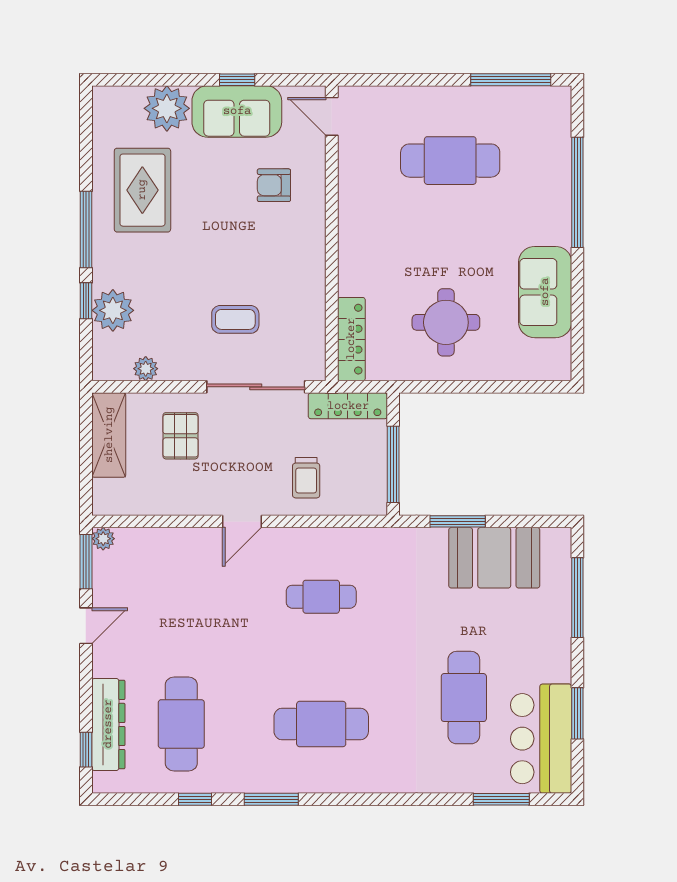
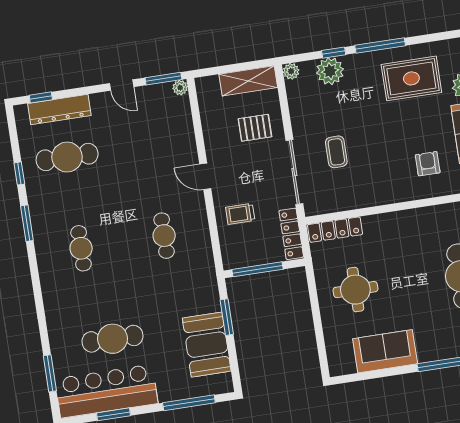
plant: (146, 369) -> (291, 71), moved
cafe table: (321, 724) -> (81, 248), width x0.73, depth x0.74
bar counter: (541, 739) -> (106, 391), width x1.36

